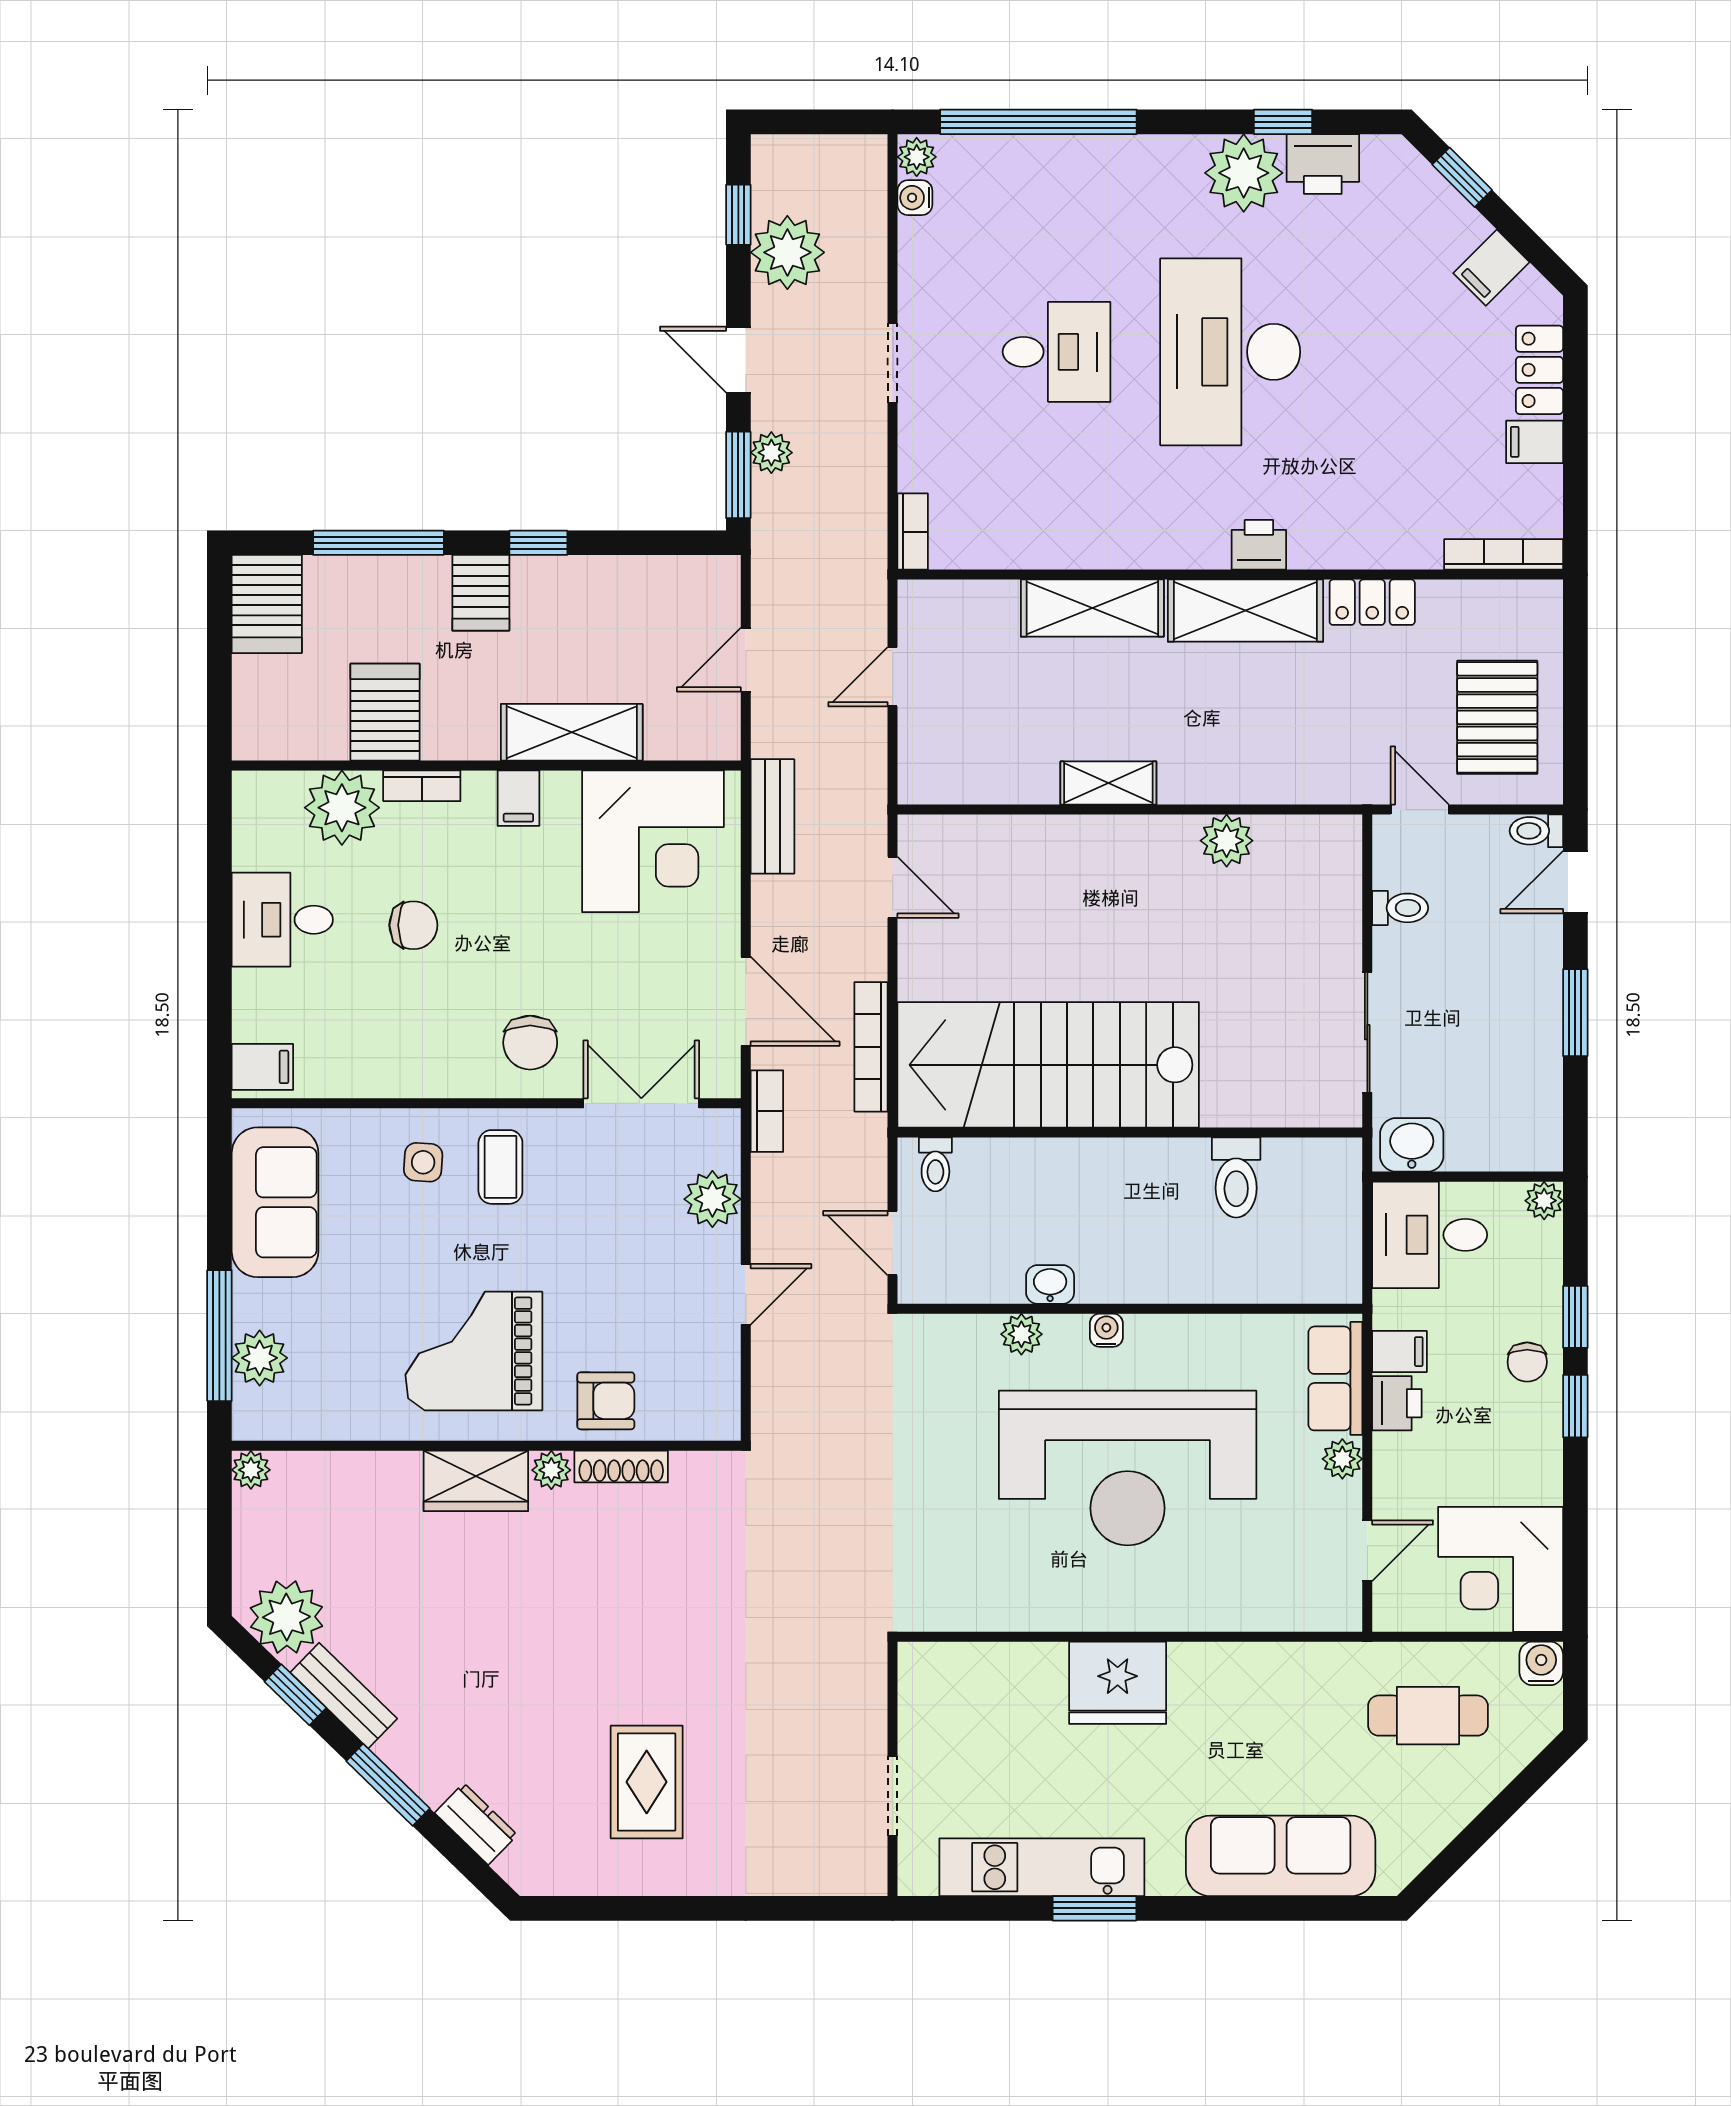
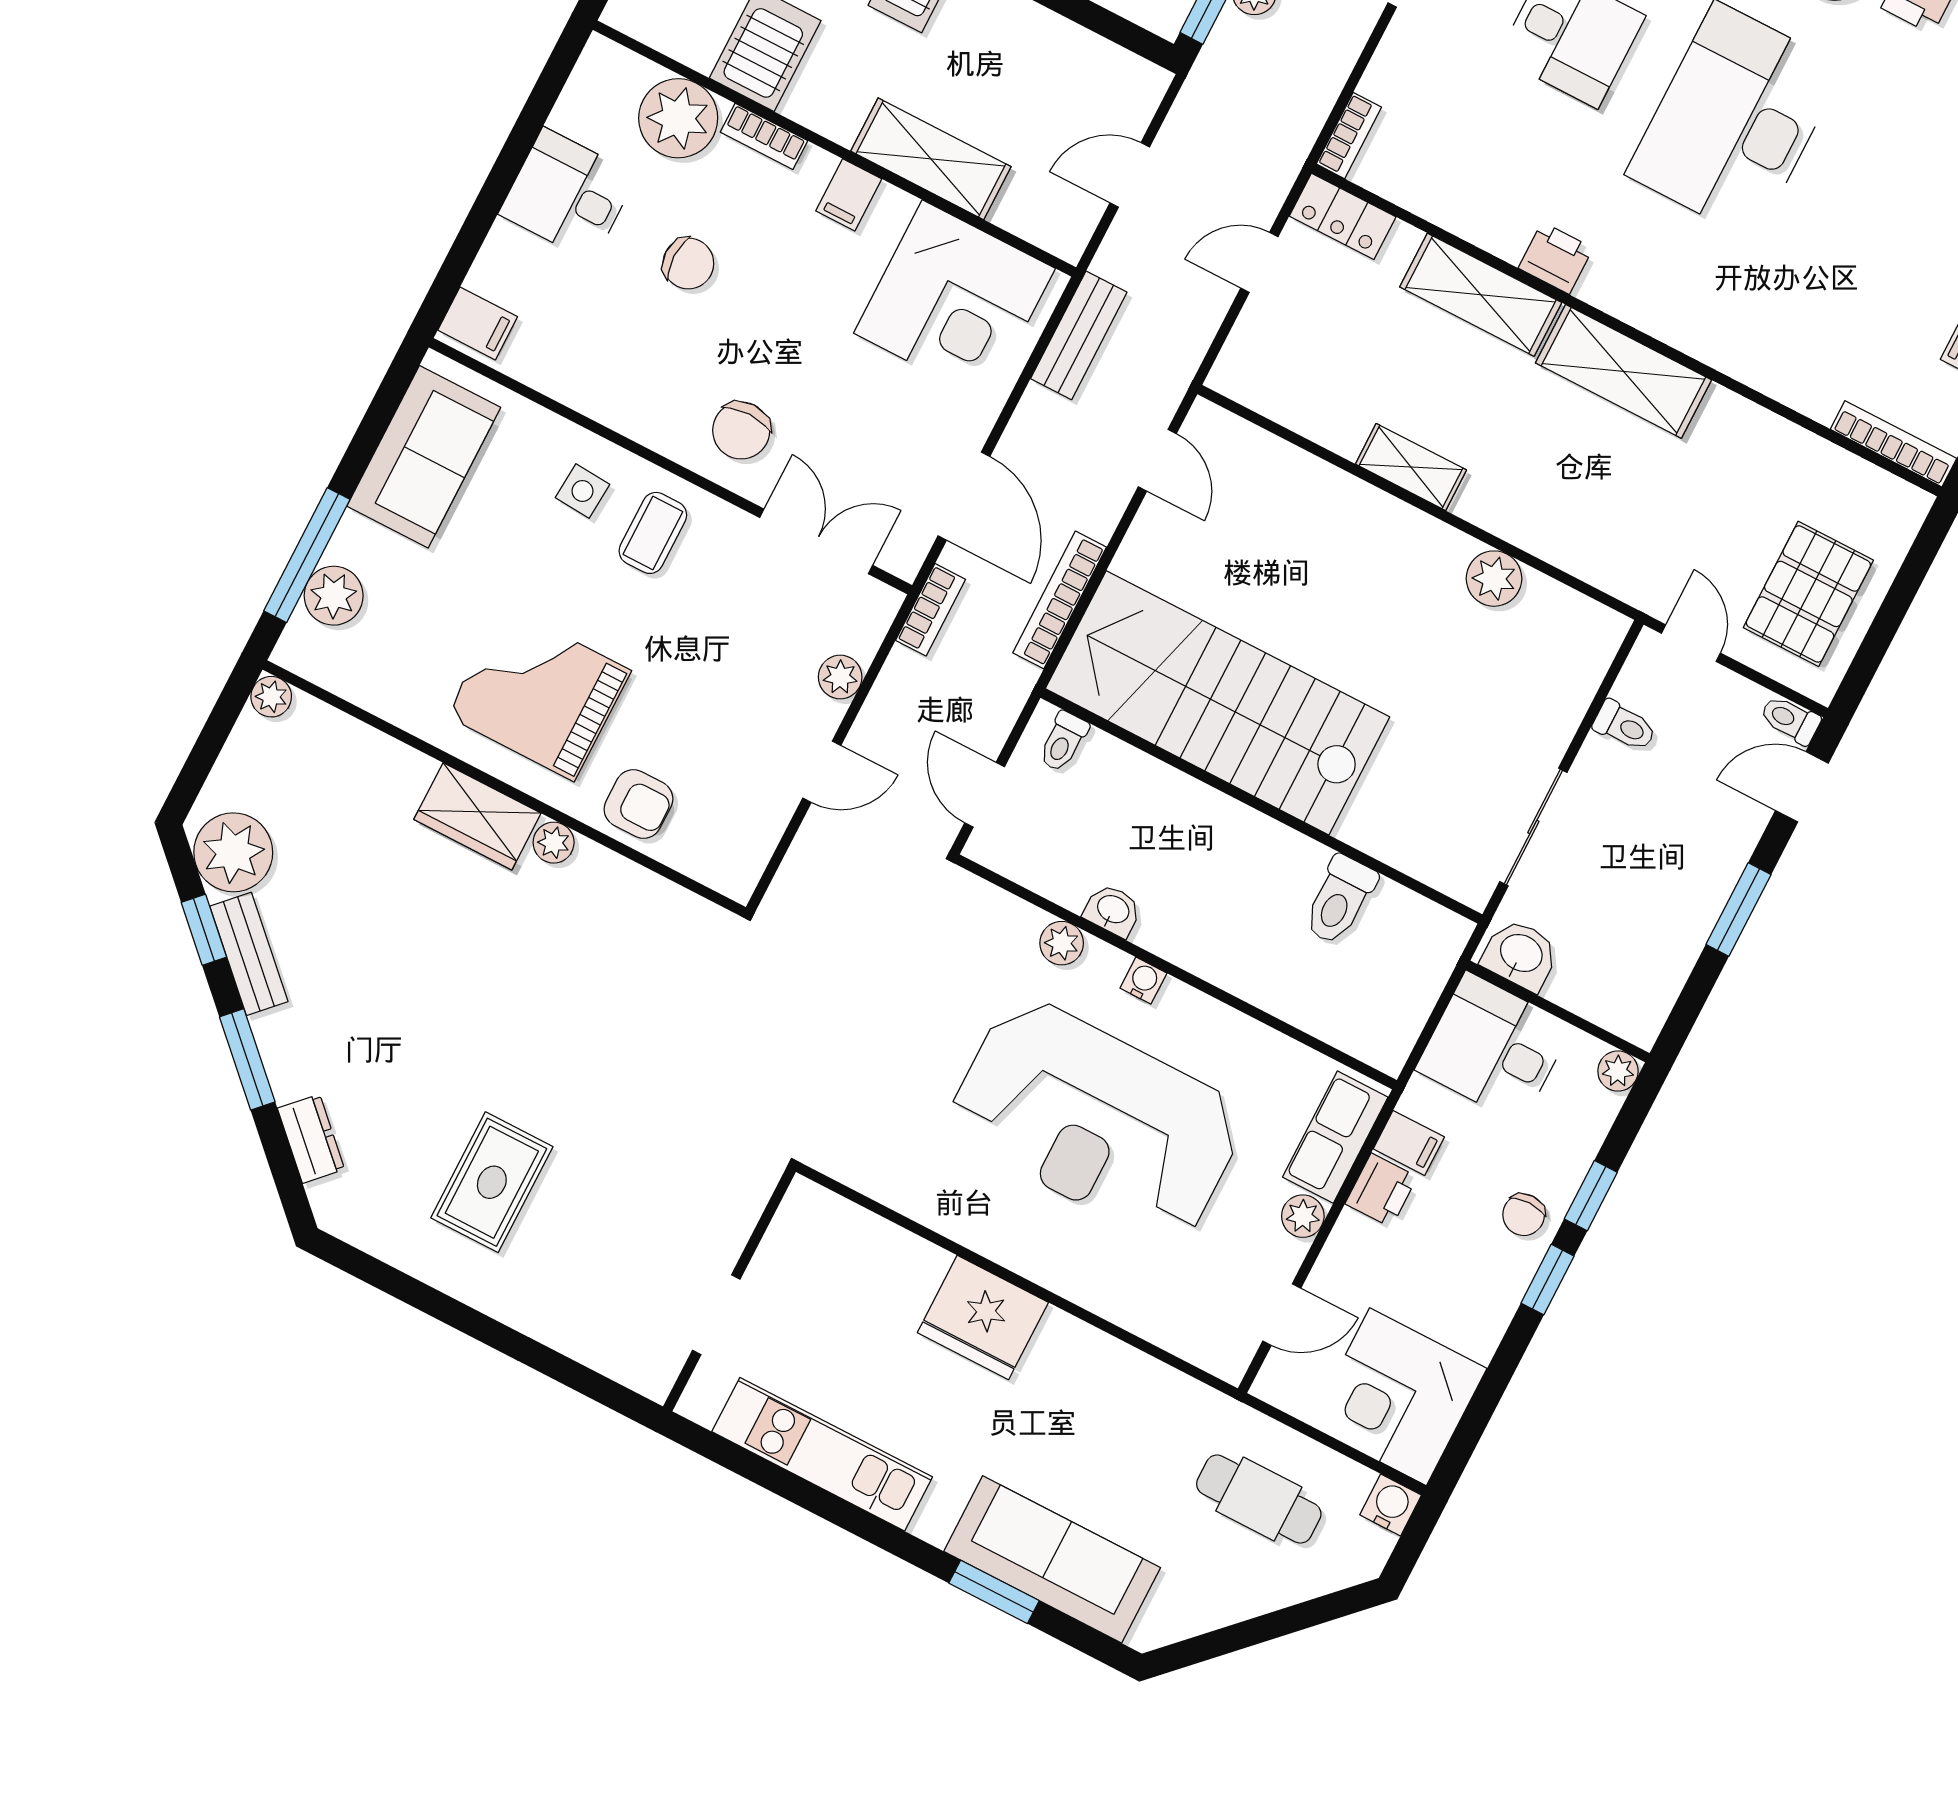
printer: (1259, 545) -> (1556, 258), moved
locker: (1372, 602) -> (1343, 216), moved
plant: (712, 1199) -> (840, 677), width x0.73, depth x0.73
shoe rack: (621, 1467) -> (621, 873), removed
window: (1094, 1908) -> (994, 1592), moved

